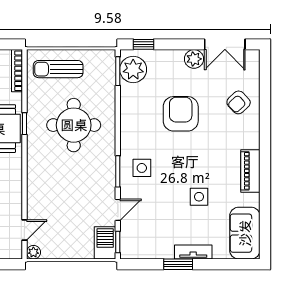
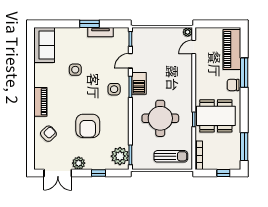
window: (144, 44) -> (98, 173), moved
double door: (225, 44) -> (58, 173), swing flipped
piano: (250, 171) -> (40, 102), moved
barbecue: (105, 243) -> (139, 83), moved
tv unit: (193, 252) -> (100, 32), moved

